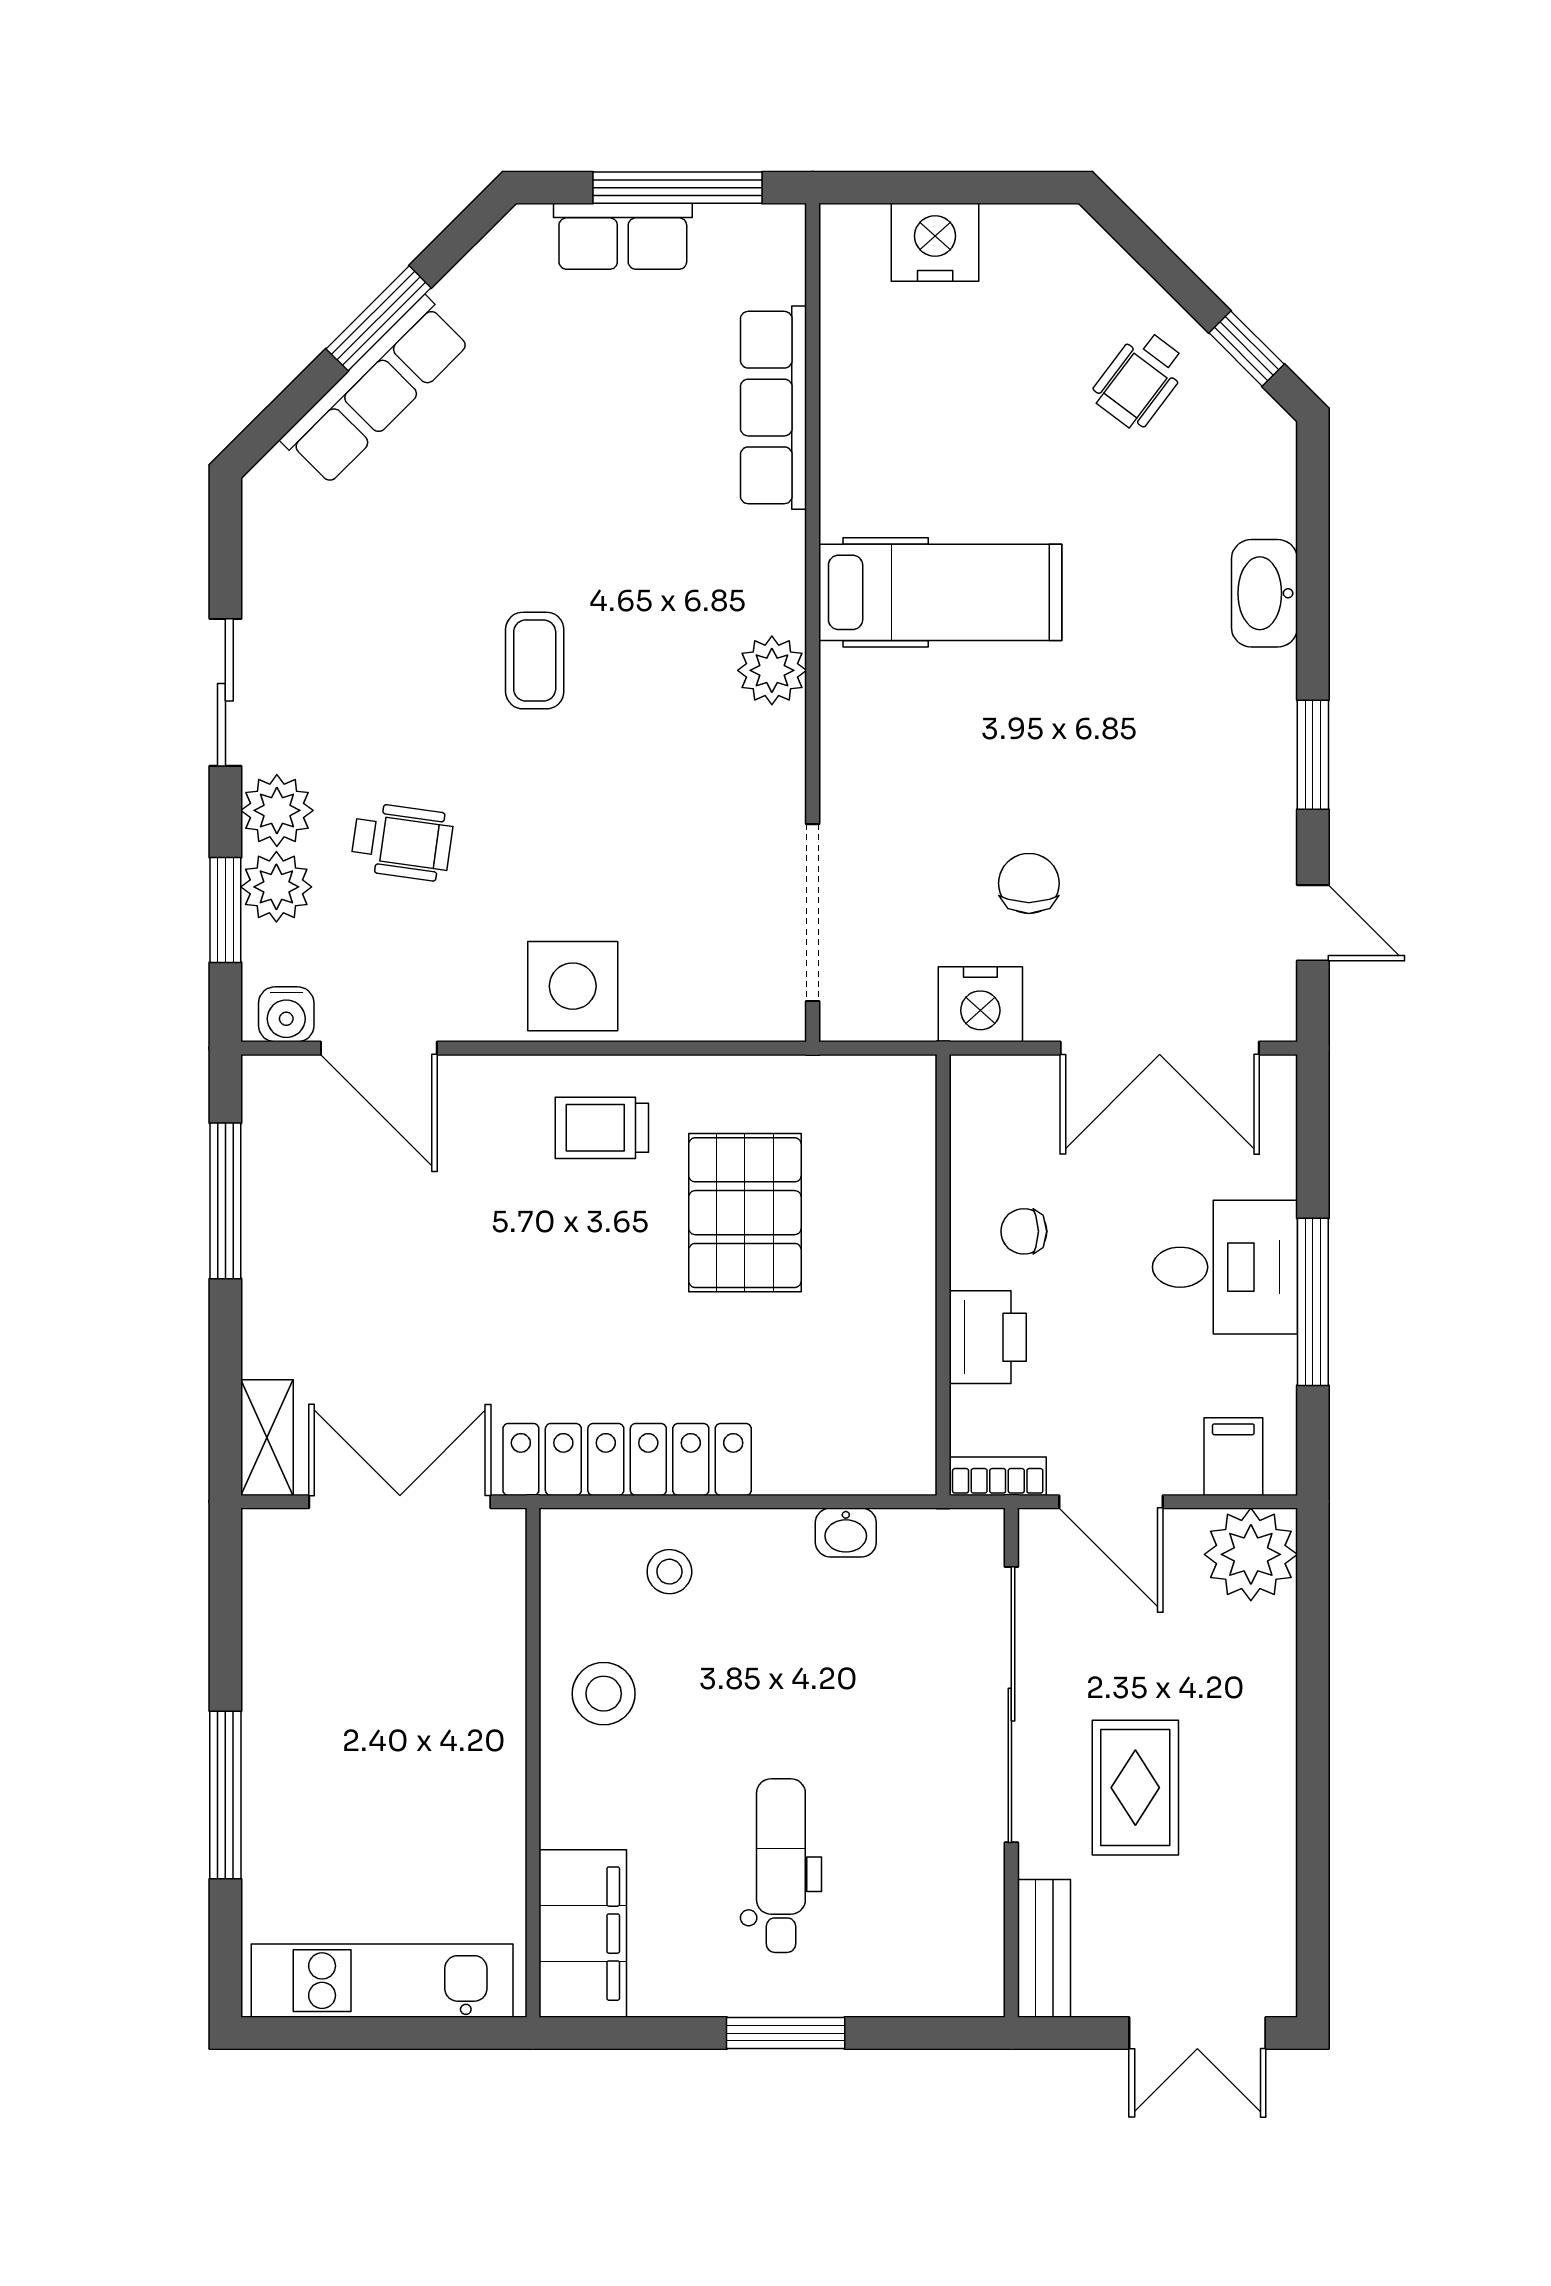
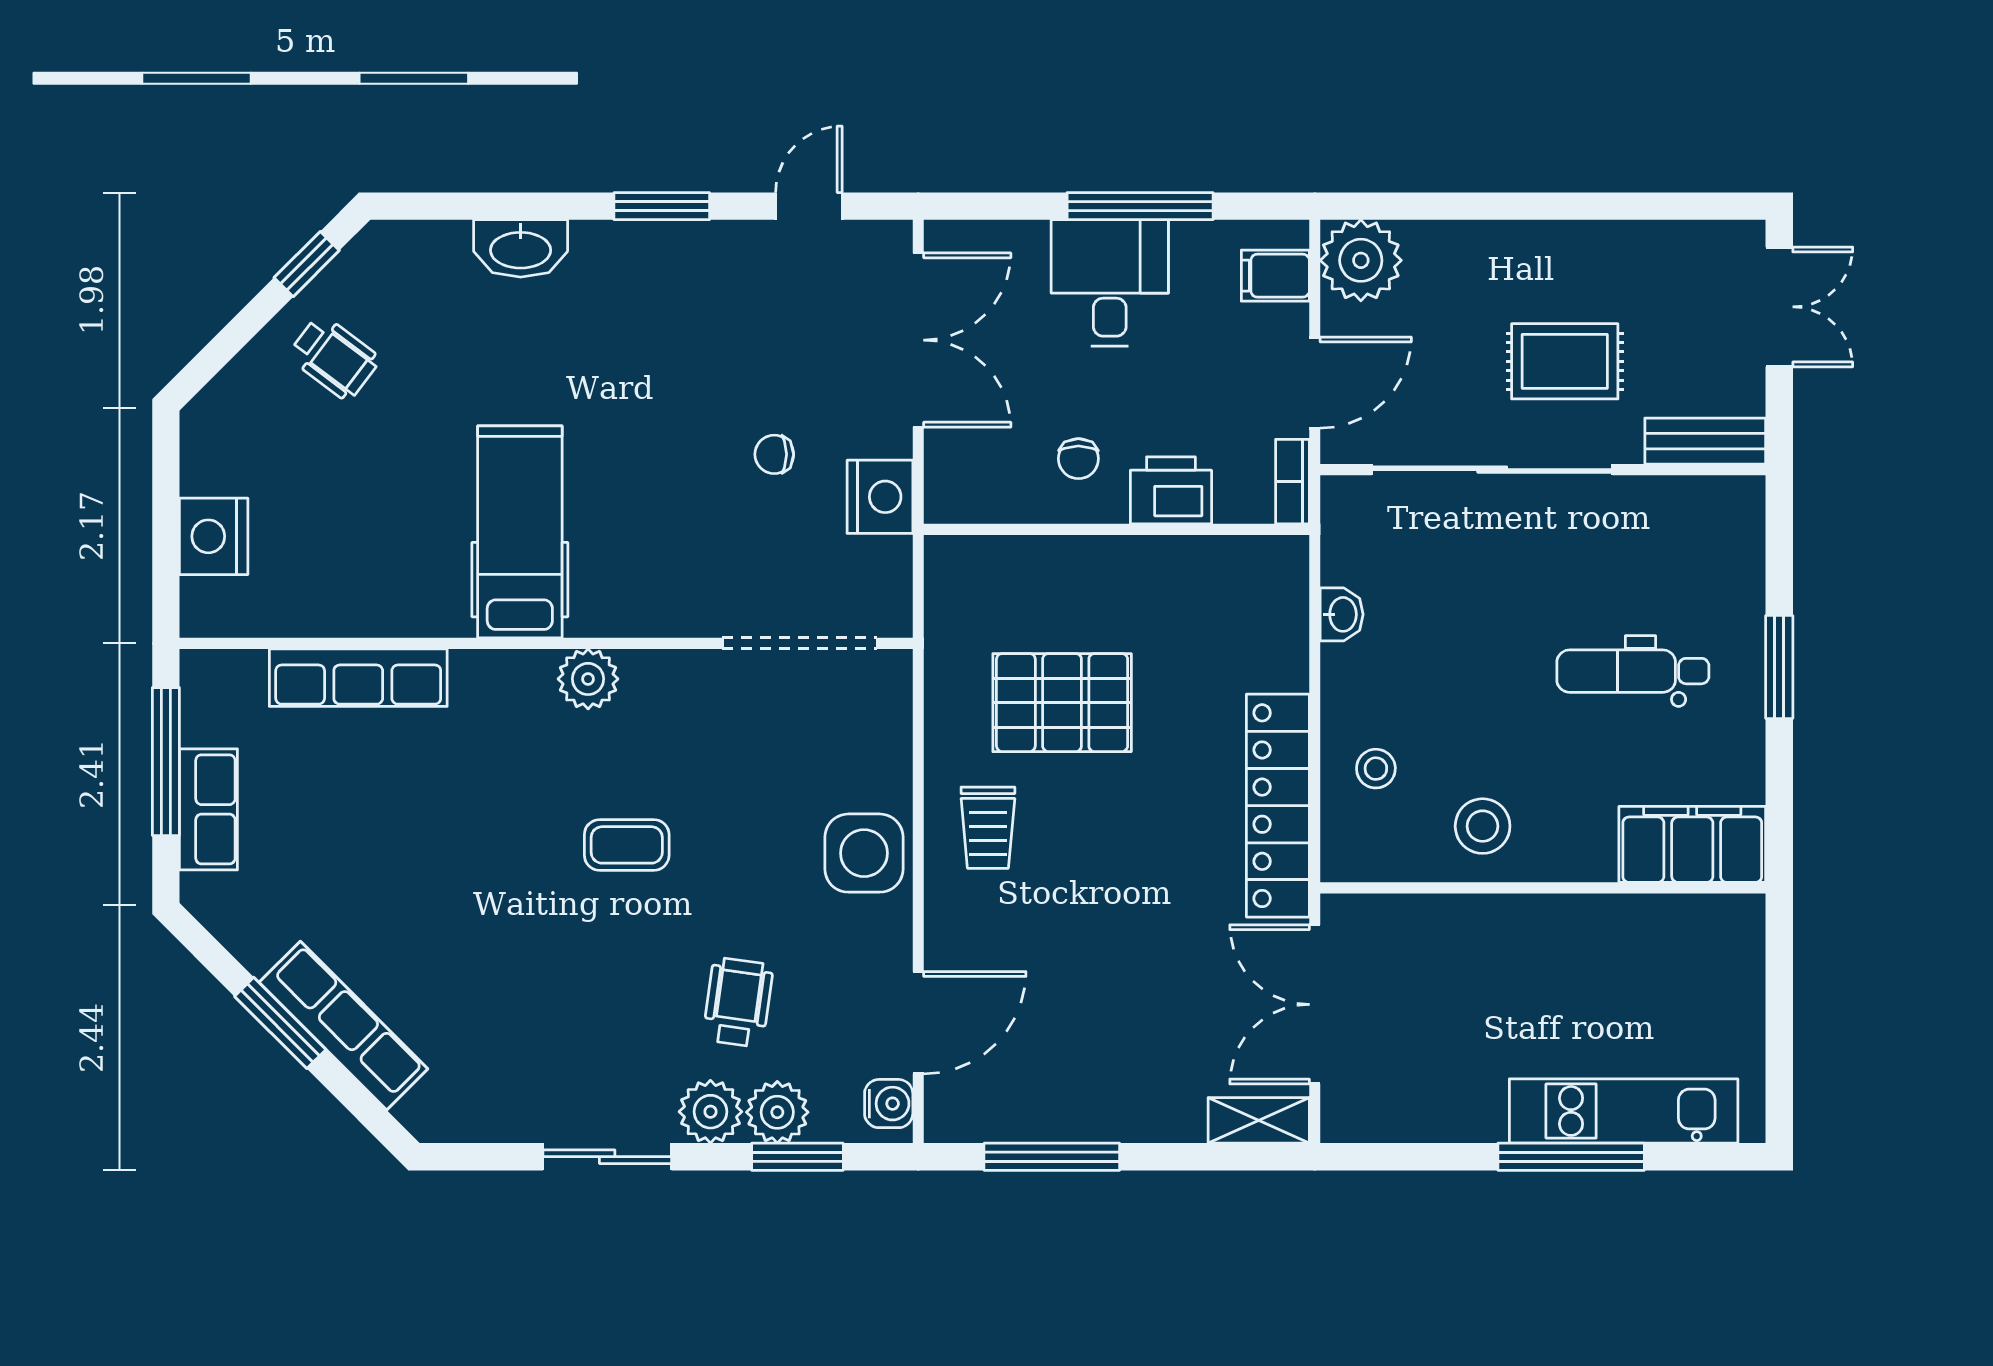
coffee table: (535, 661) -> (627, 845), moved
chair: (1029, 883) -> (774, 454), width x0.73, depth x0.73
kitchen unit: (382, 1981) -> (1624, 1111), moved, turned 90

